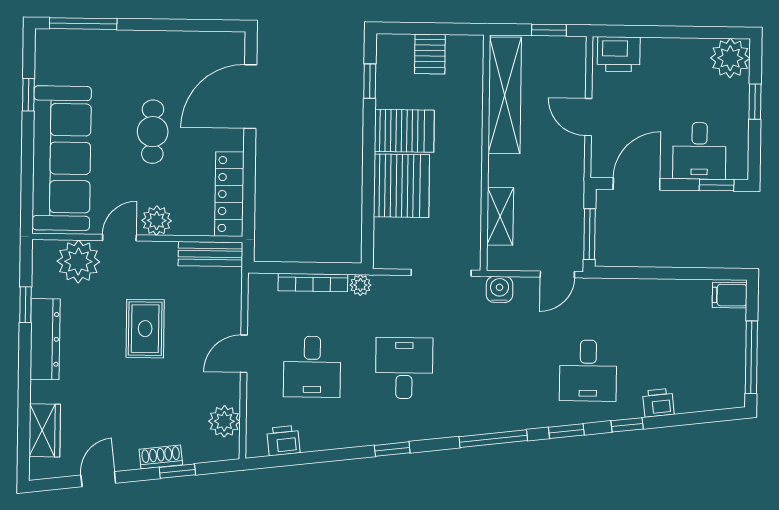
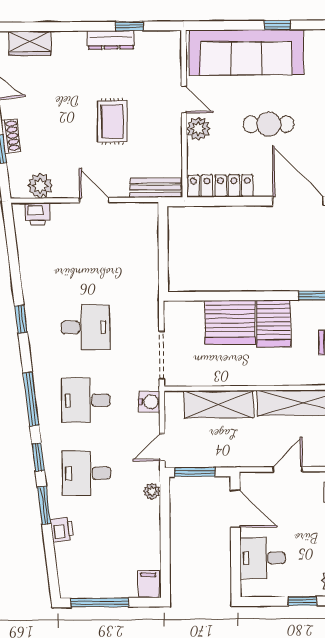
window: (28, 95) -> (277, 25), moved
window: (717, 185) -> (236, 572), removed
shelving: (500, 216) -> (219, 404), width x1.50, depth x1.33
bench: (210, 254) -> (155, 188), moved, turned 90
plant: (78, 261) -> (165, 67), removed
door: (557, 274) -> (162, 447), hinge flipped
bookcase: (313, 283) -> (152, 254), removed
plant: (360, 285) -> (152, 491), moved
rug: (145, 329) -> (112, 121), turned 90
dresser: (45, 339) -> (111, 40), width x0.73, depth x0.80
desk: (312, 367) -> (86, 400), moved
window: (627, 425) -> (44, 505), width x1.50
printer: (283, 441) -> (38, 214), moved, turned 97

